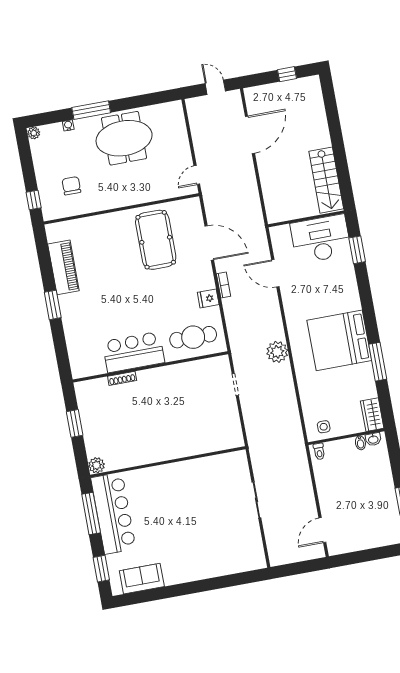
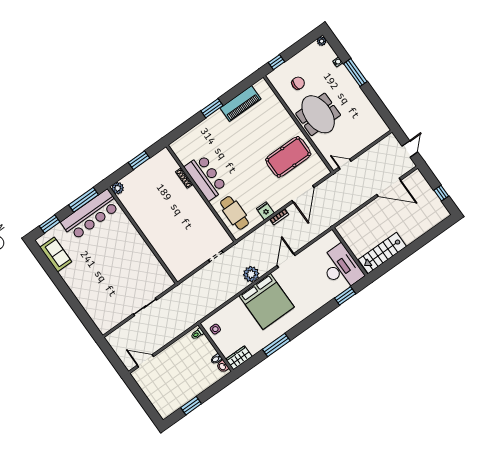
meeting table: (124, 138) -> (318, 114), moved
door: (275, 273) -> (286, 260), moved
bed: (339, 340) -> (267, 301), moved, turned 180

